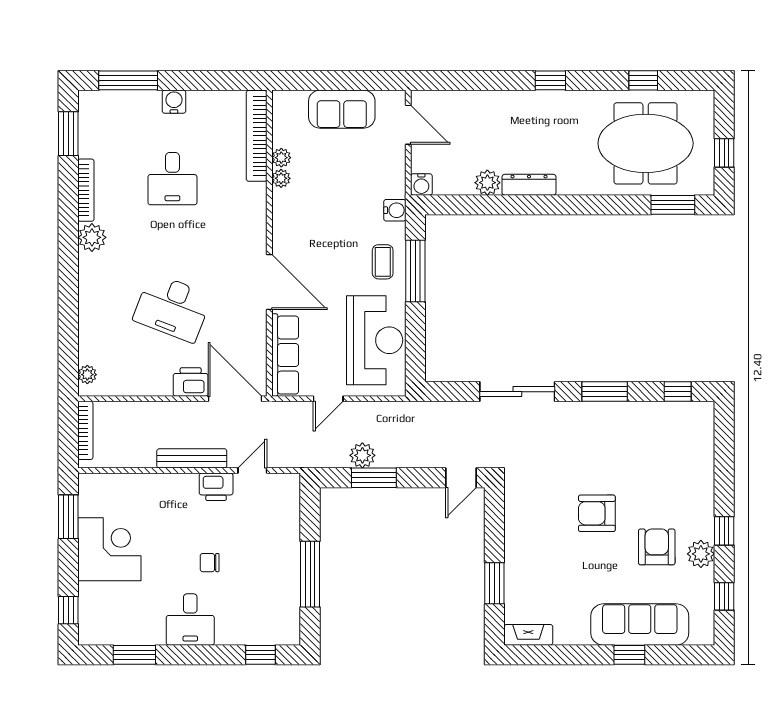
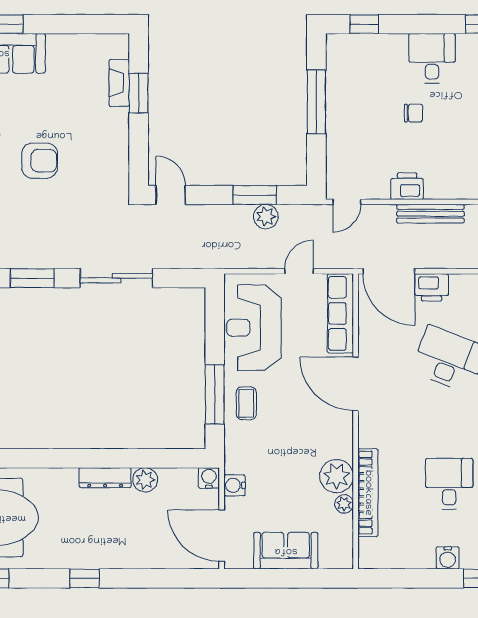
door: (408, 125) -> (222, 536), width x1.36
bookcase: (257, 136) -> (368, 493), moved
plant: (281, 178) -> (337, 476), width x1.88, depth x1.88
water cooler: (395, 210) -> (235, 485), moved
door: (252, 471) -> (347, 202), moved
door: (461, 478) -> (171, 195), hinge flipped
fireplace: (528, 635) -> (119, 83), moved, turned 90

